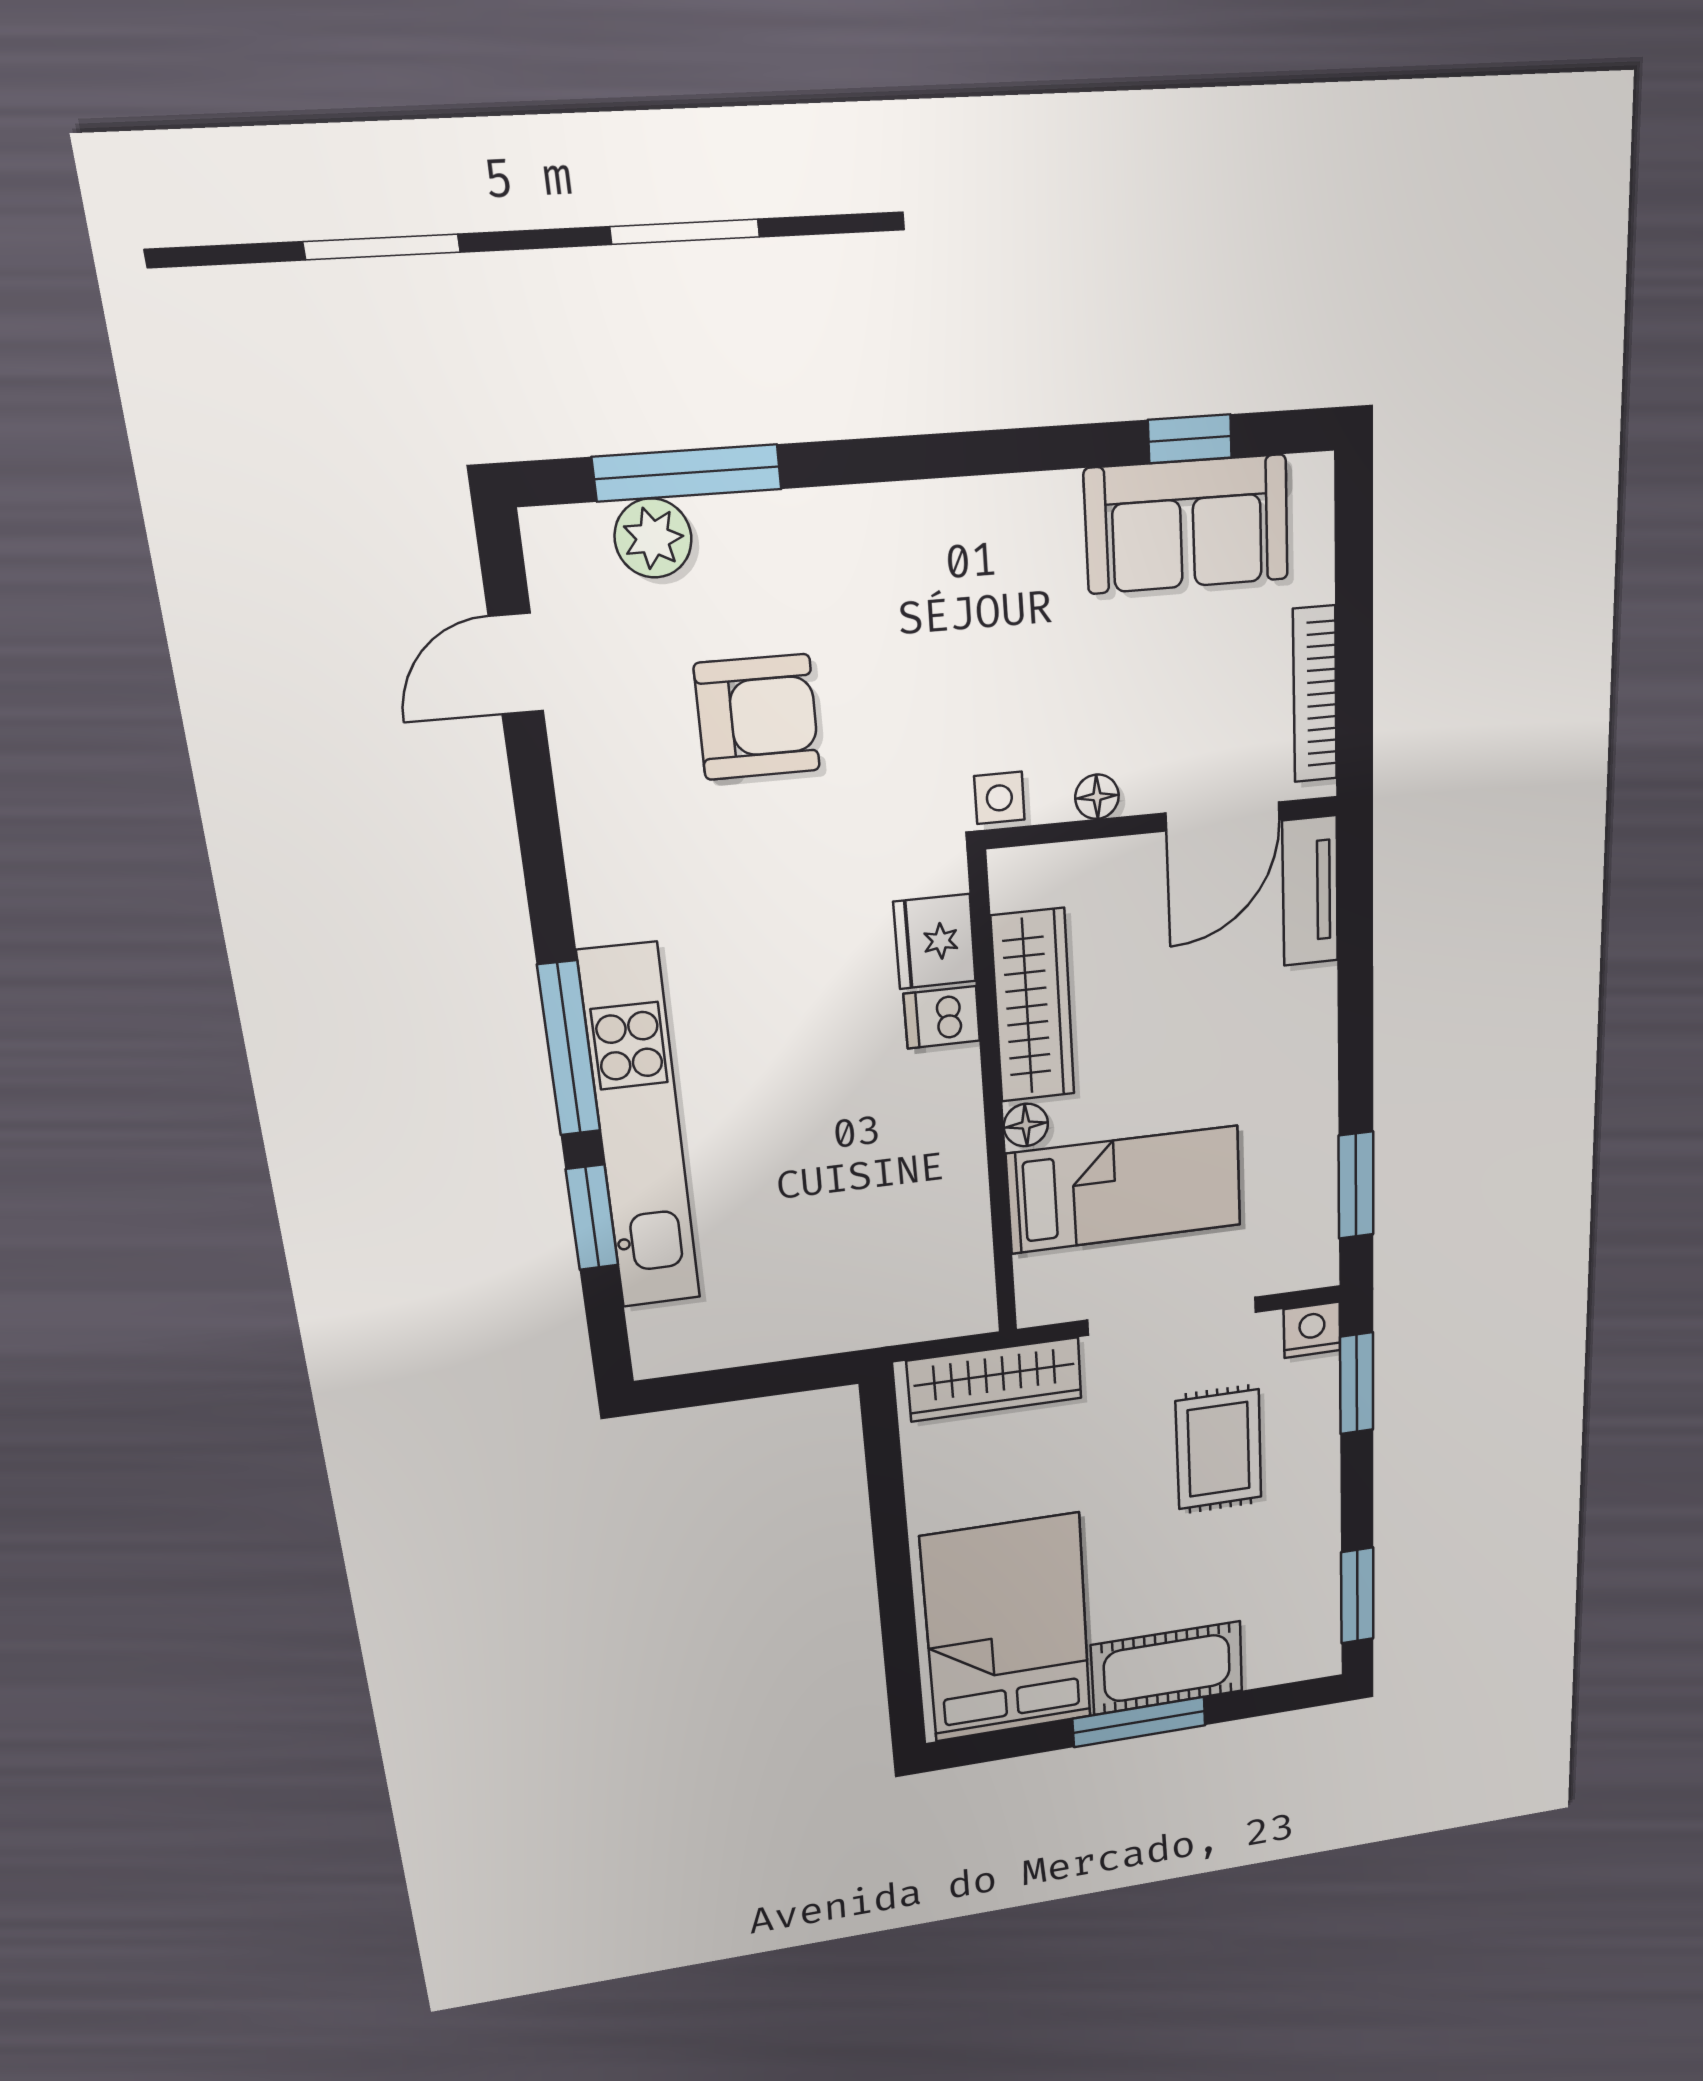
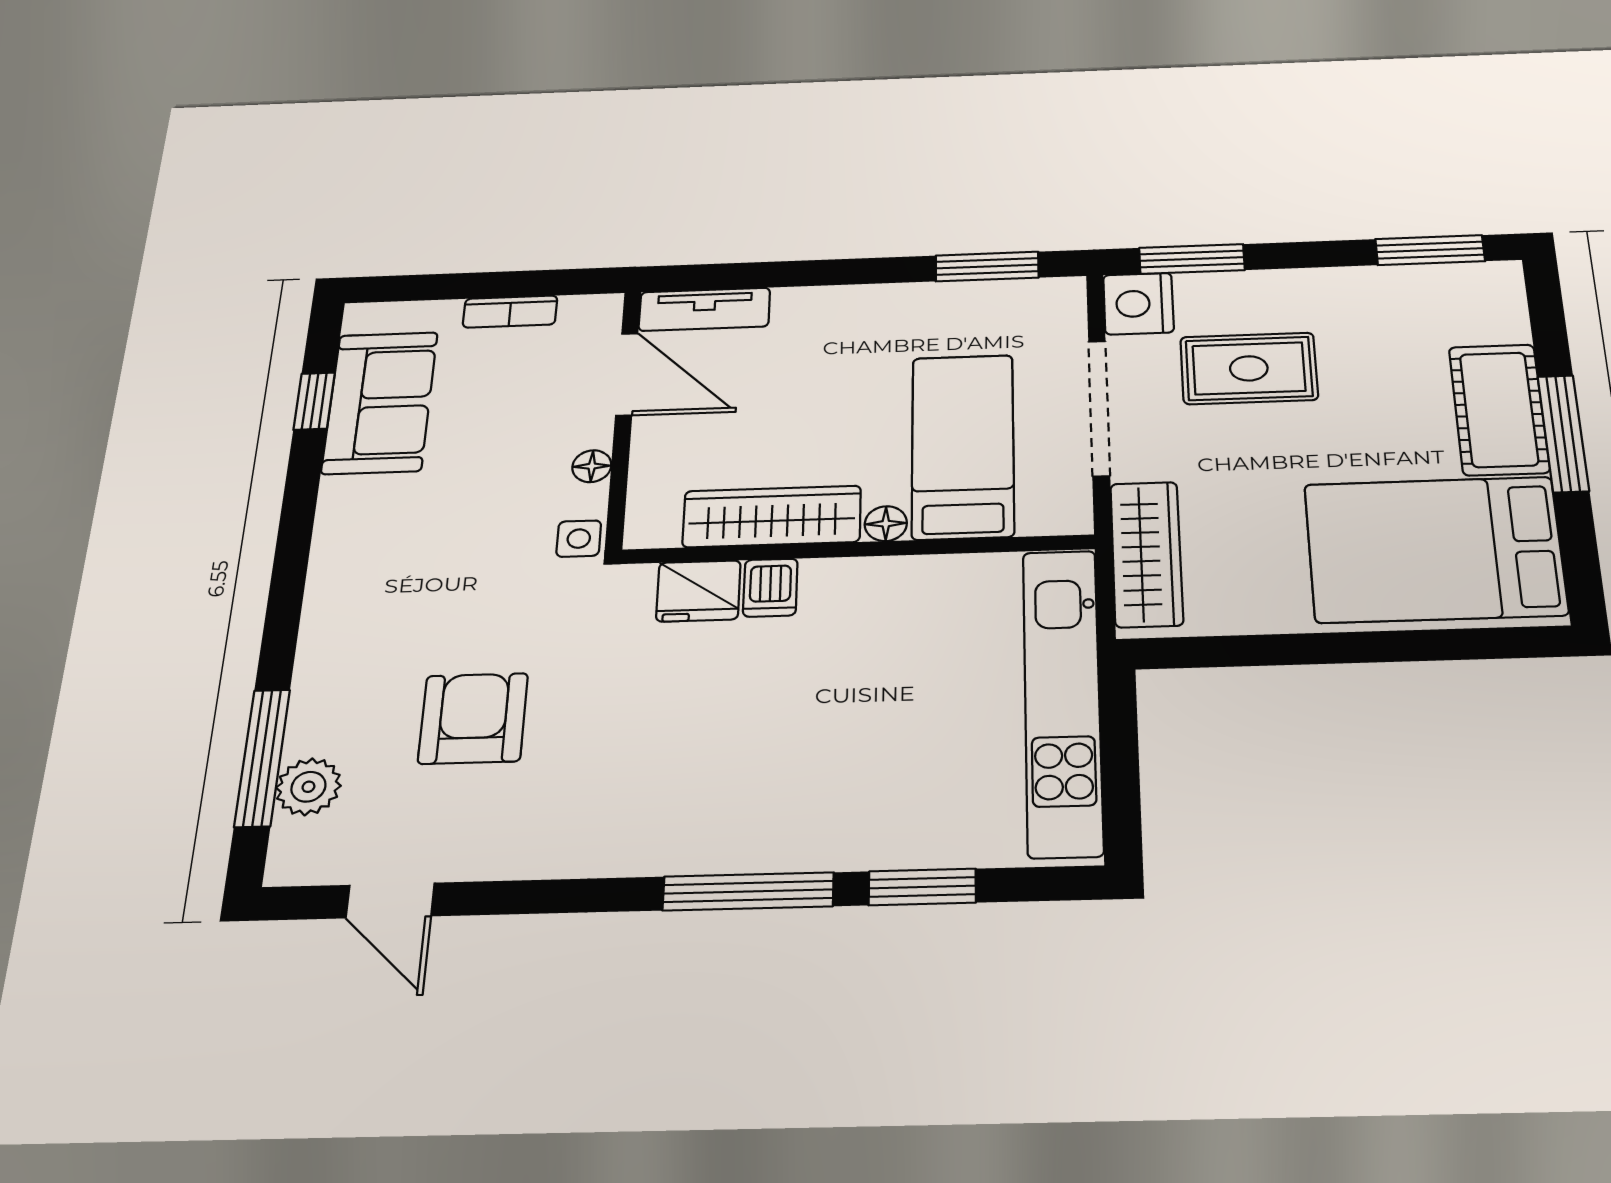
bookcase: (1315, 694) -> (510, 312), width x0.64
kitchen unit: (640, 1129) -> (1062, 700), moved, turned -90
nightstand: (1312, 1330) -> (1138, 304), width x1.36, depth x1.33

